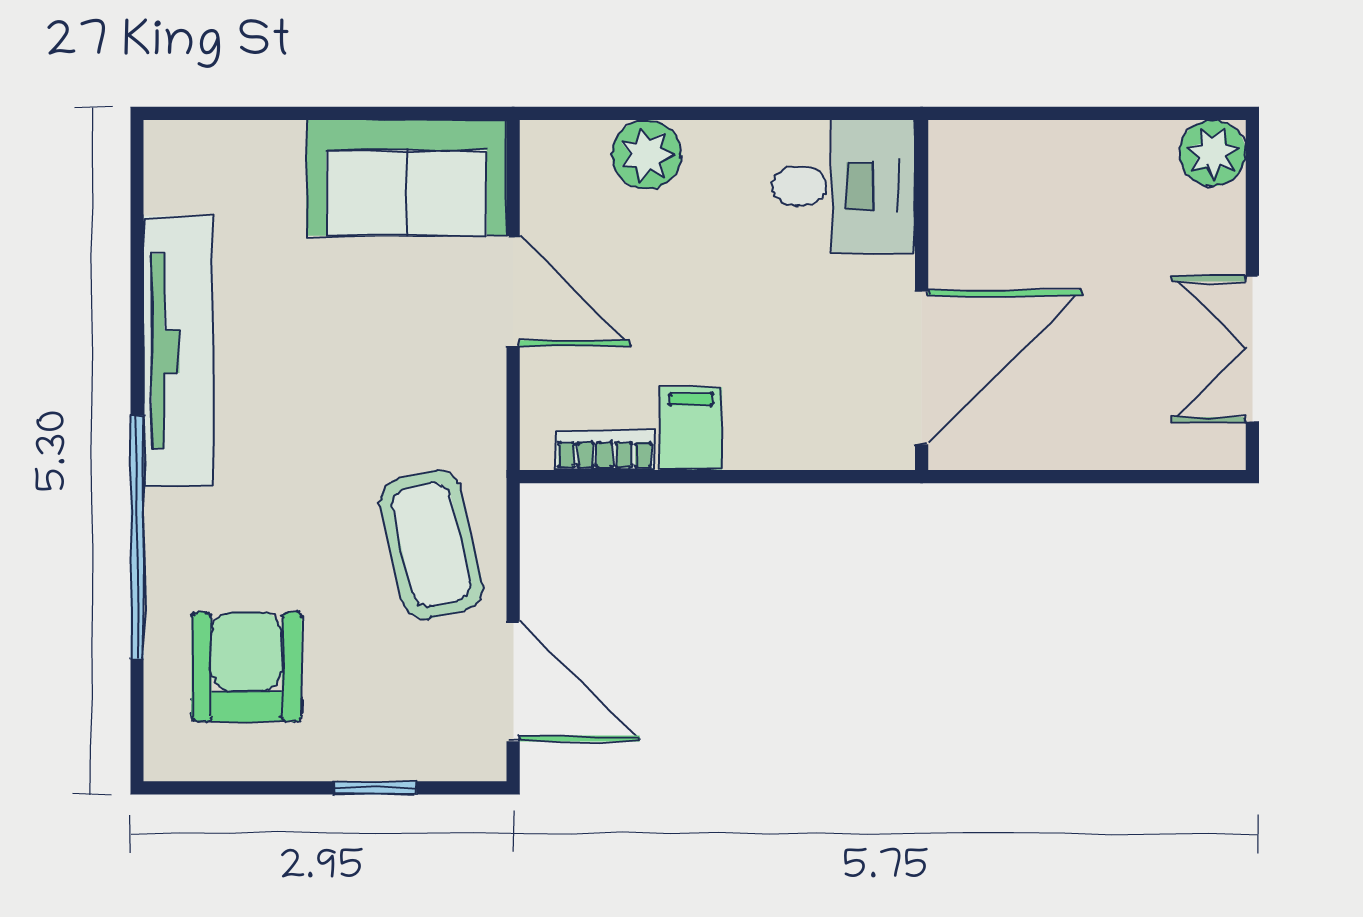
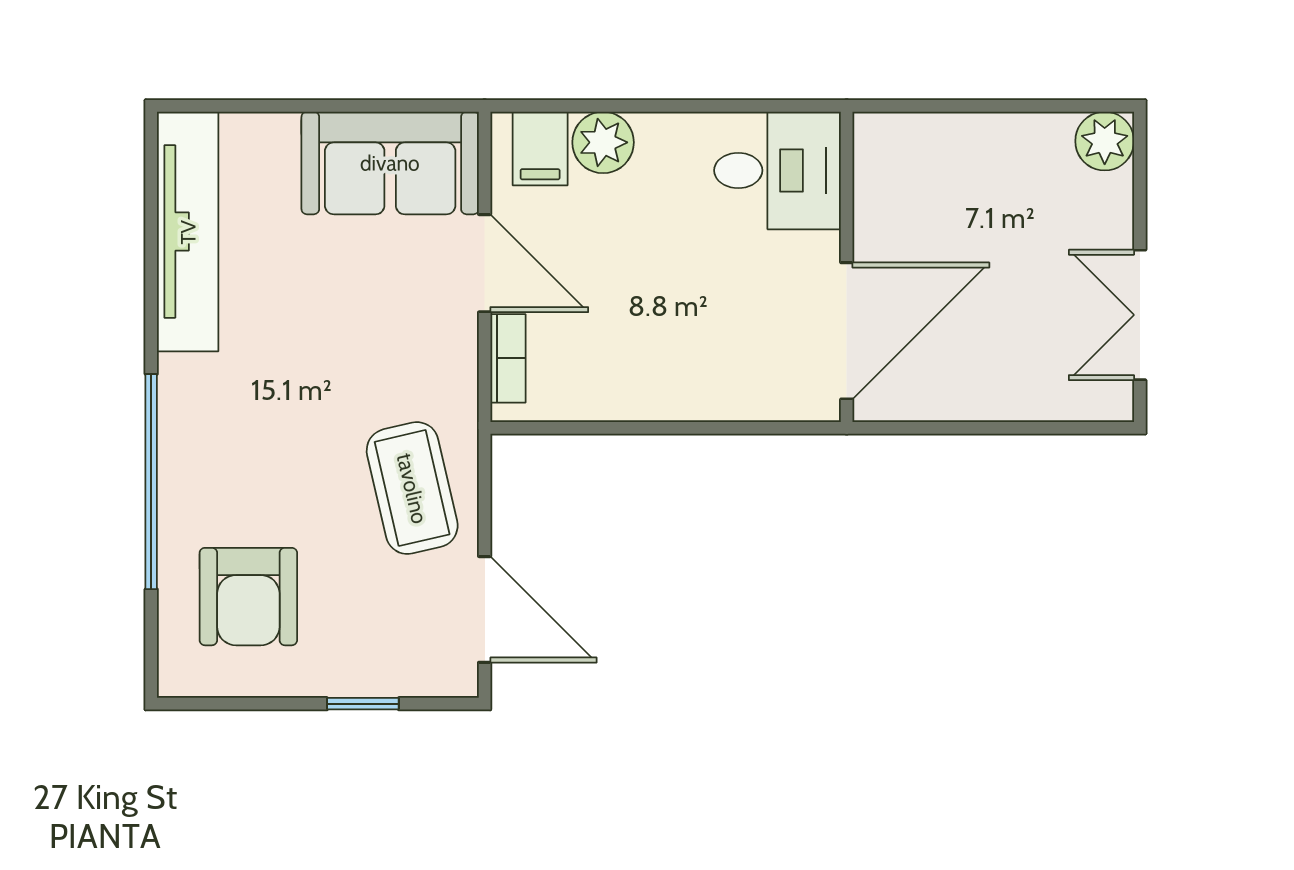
tv unit: (178, 351) -> (188, 232), moved
filing cabinet: (691, 429) -> (540, 148), moved, turned 180
bookcase: (605, 450) -> (508, 358), moved, turned 90
armchair: (247, 667) -> (248, 597), turned 180

